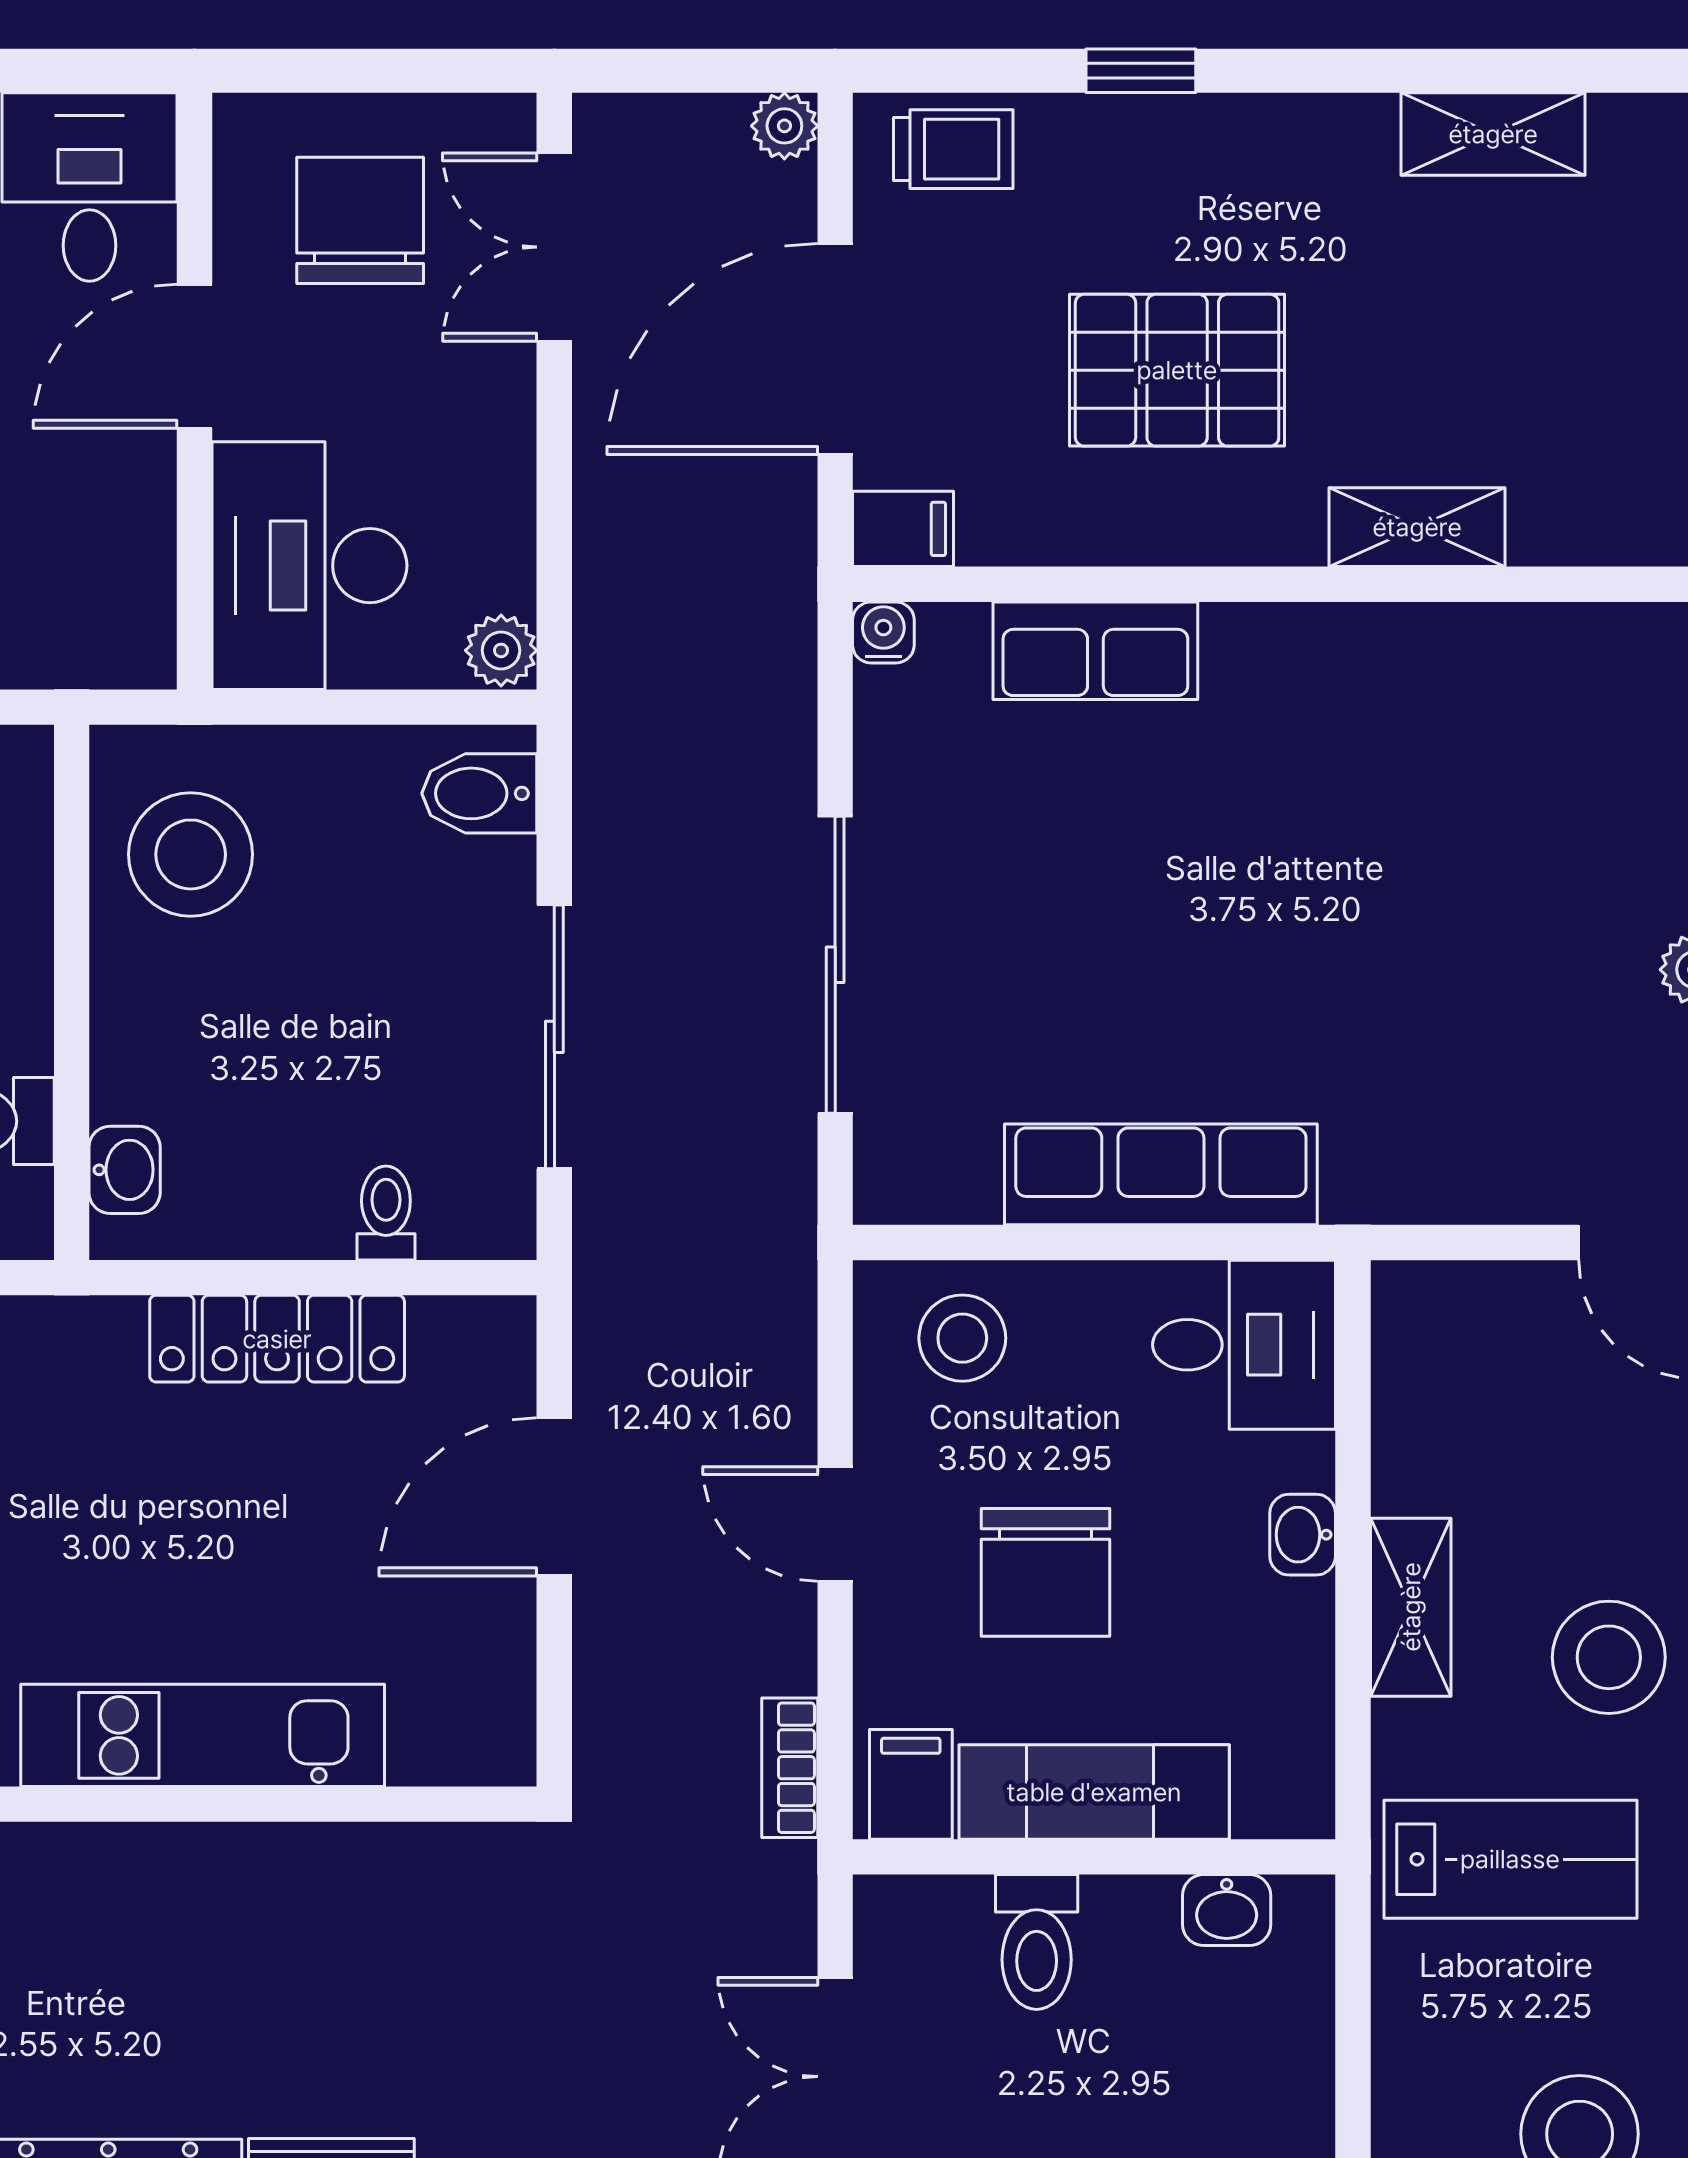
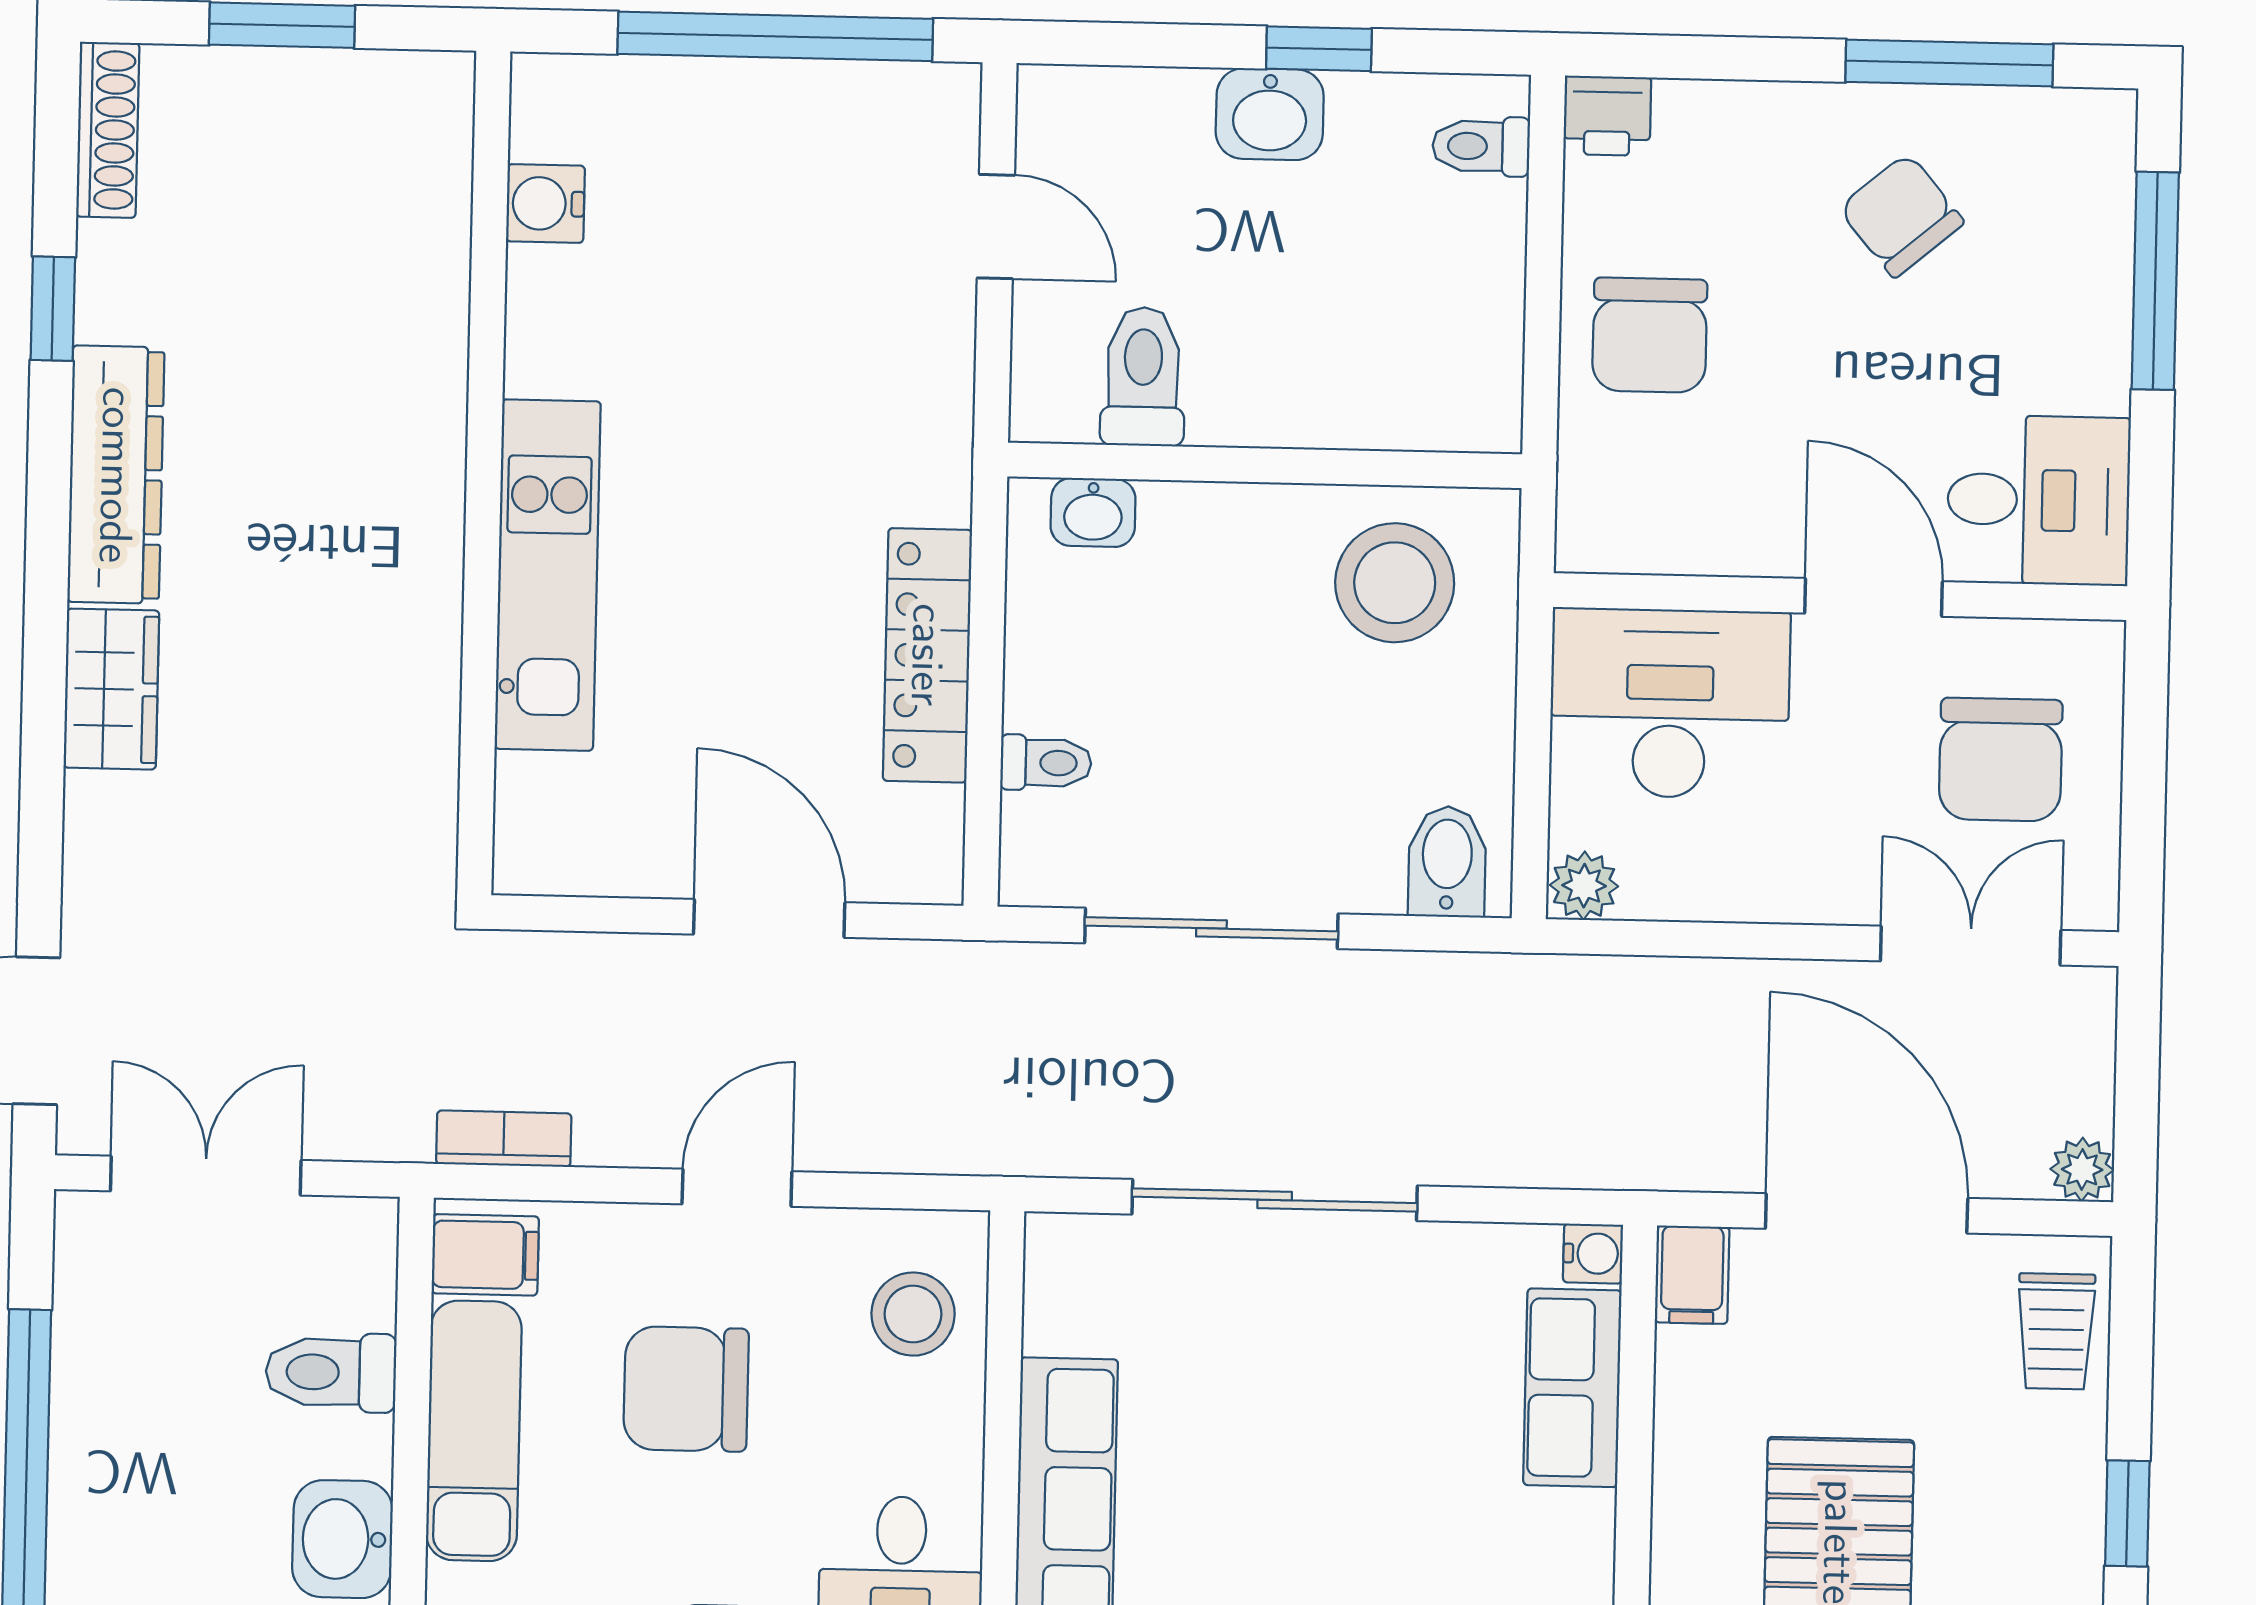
chair: (360, 220) -> (2001, 760), turned 90
row of seats: (1095, 651) -> (1572, 1388), moved
washbasin: (1227, 1910) -> (342, 1539), width x1.38, depth x1.45

